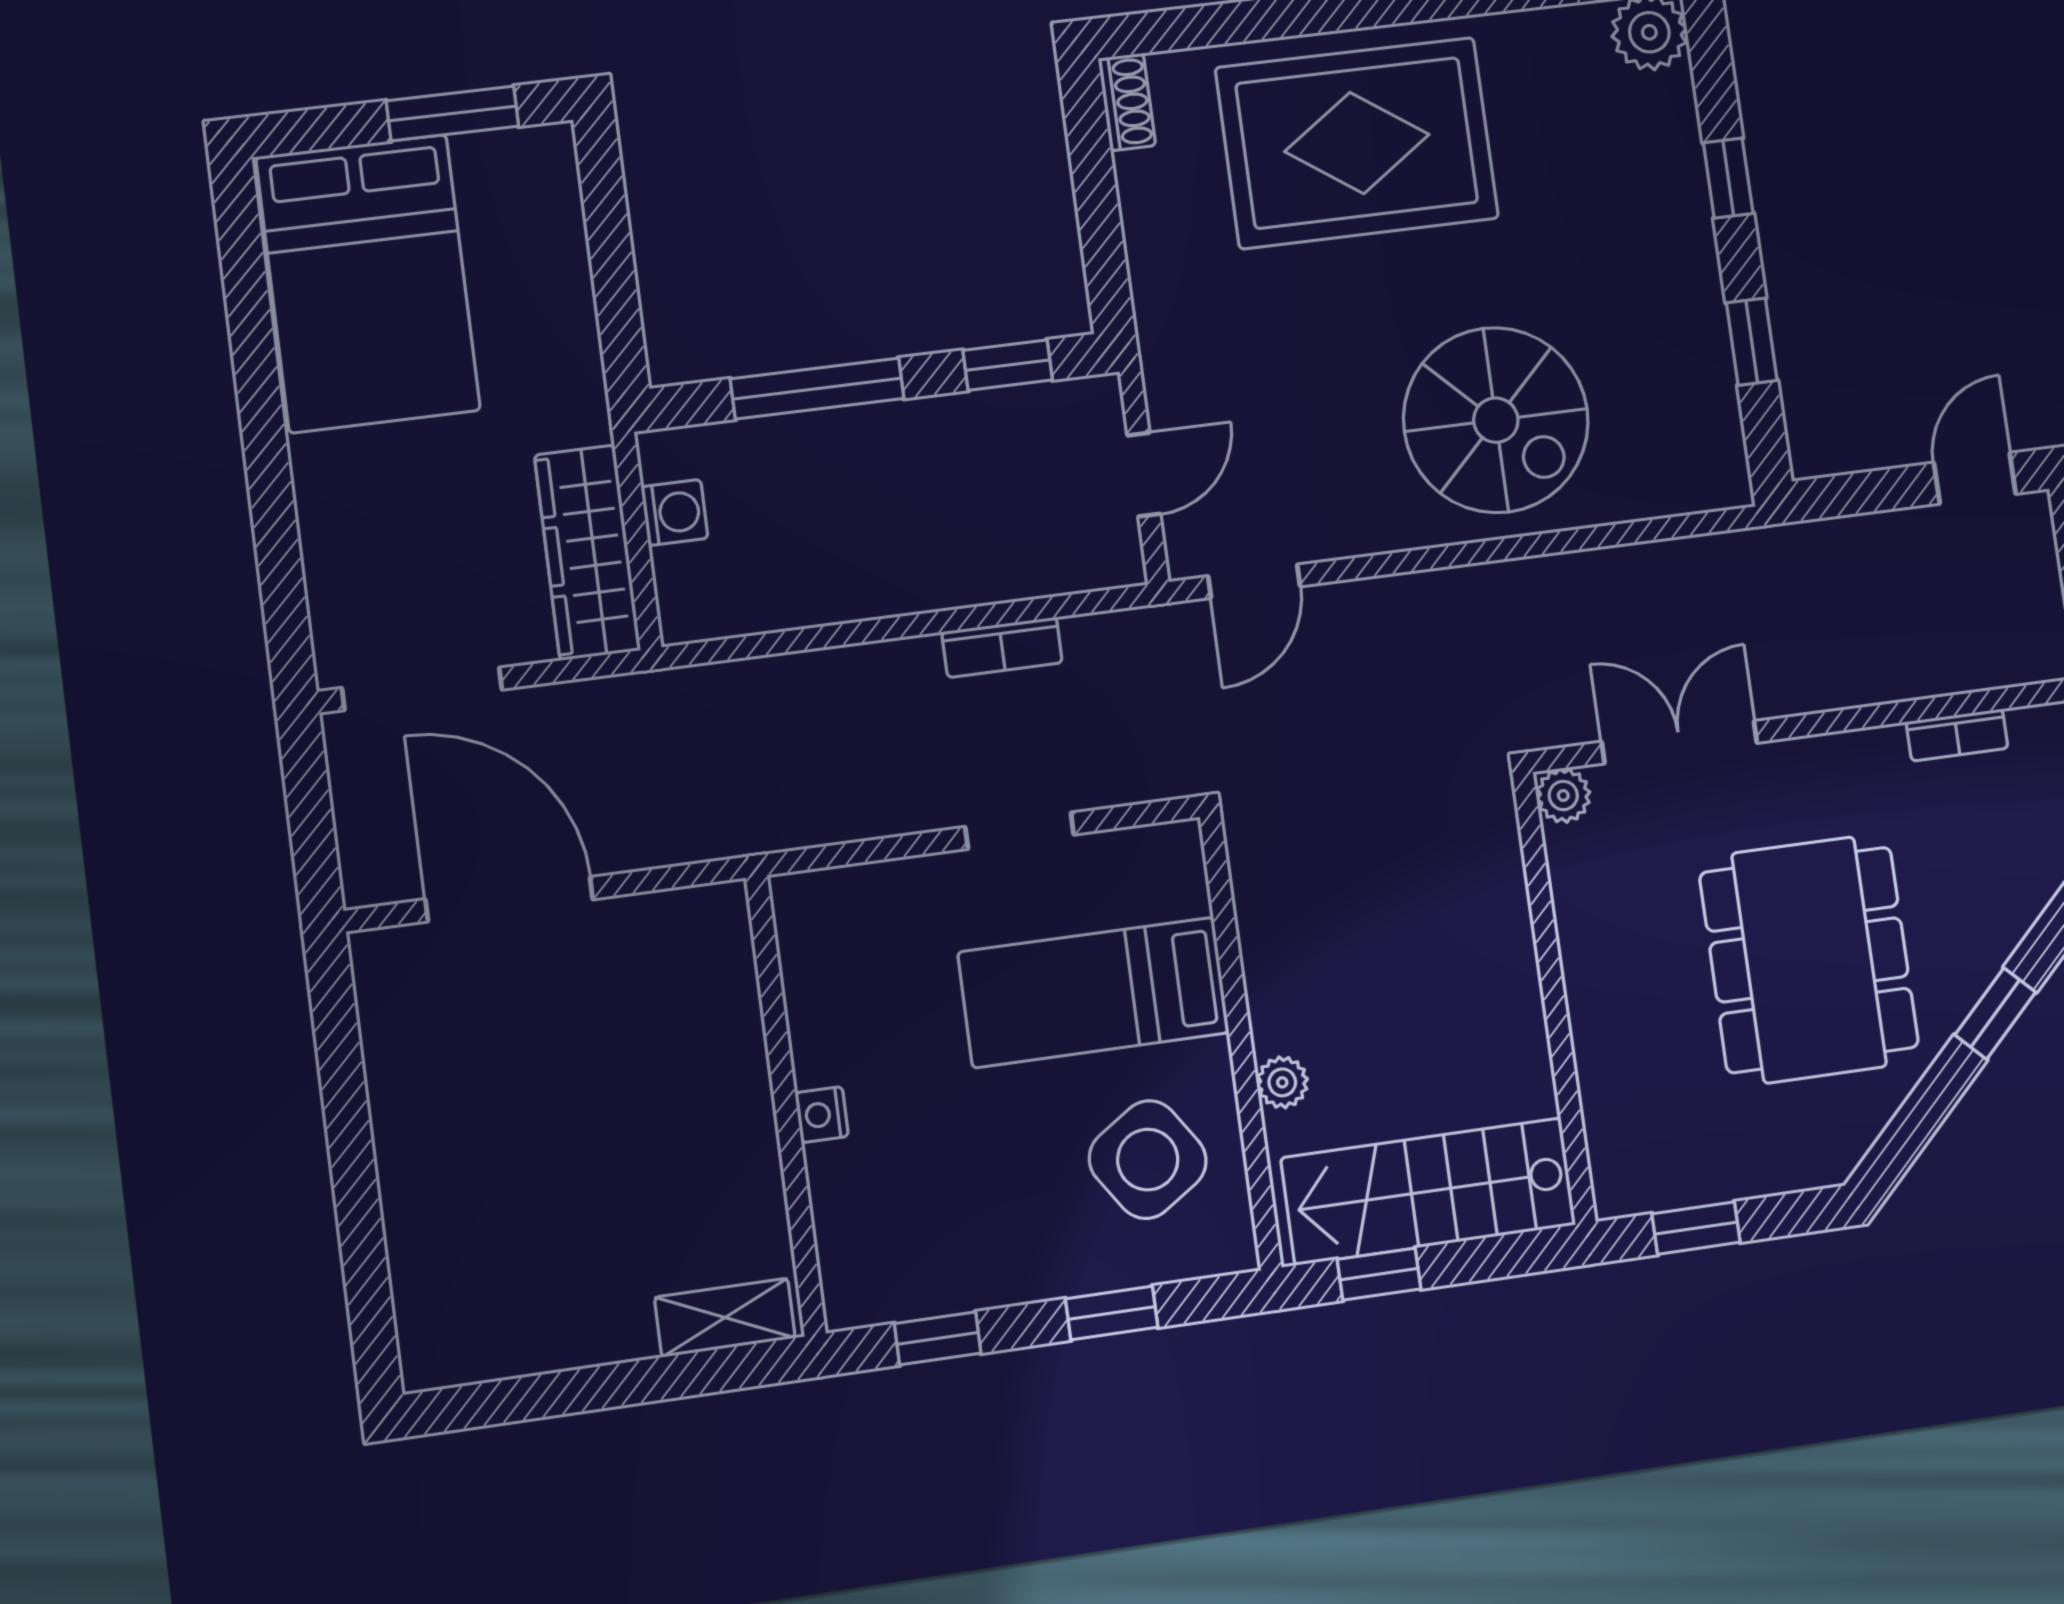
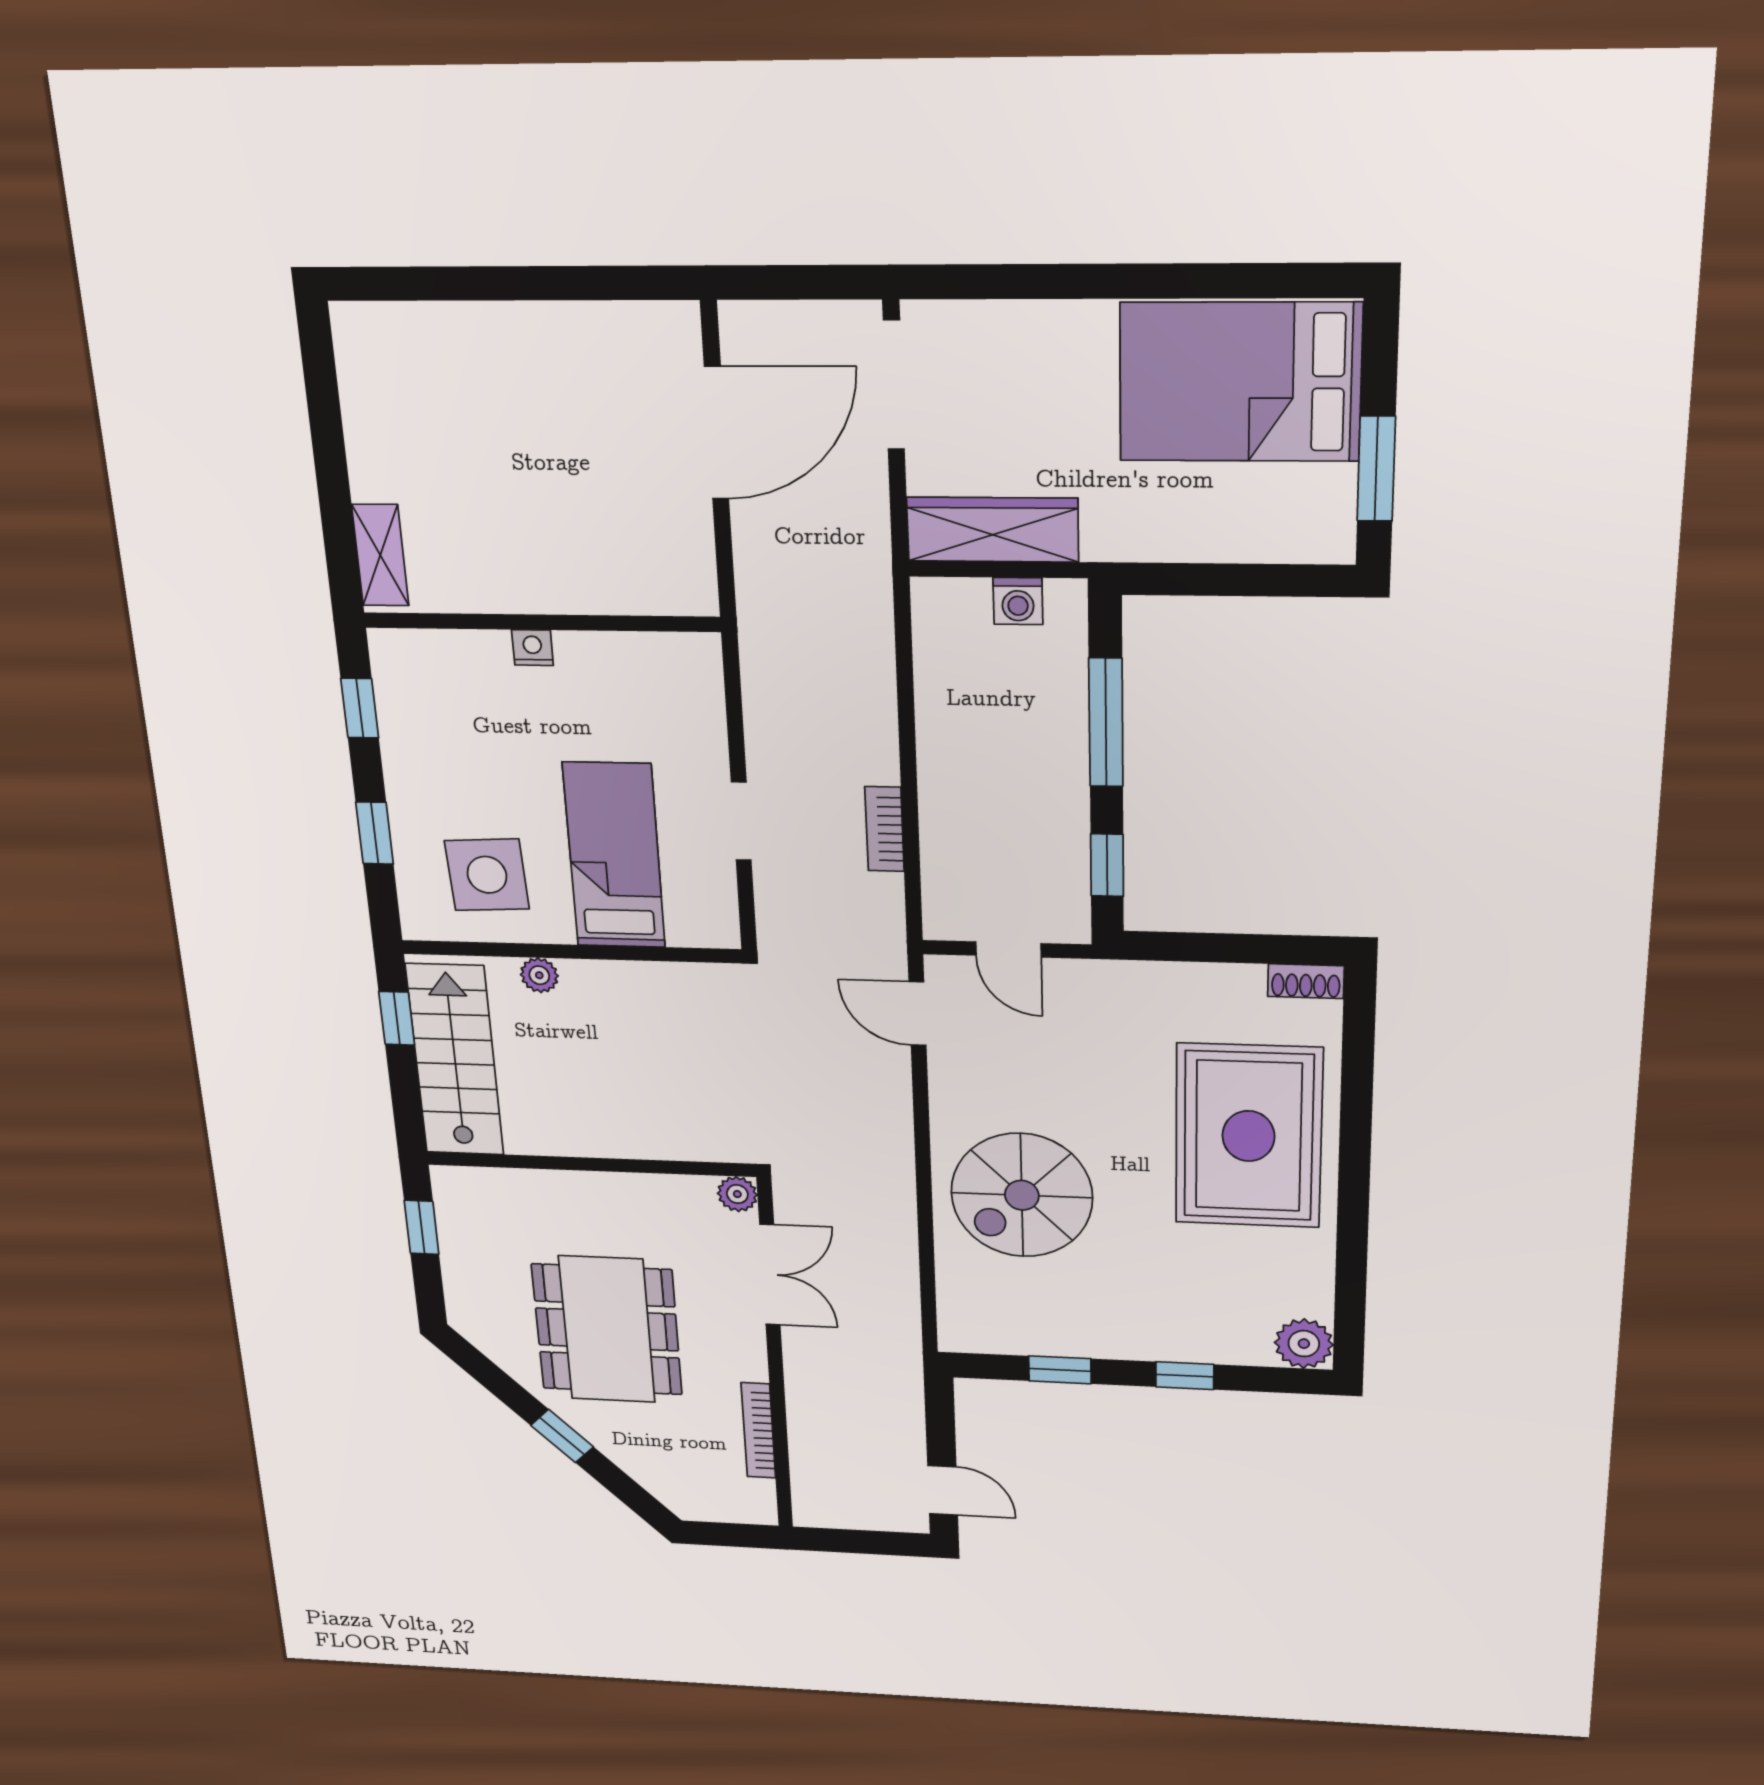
bookcase: (1957, 735) -> (758, 1431), width x1.56
dining table: (1809, 960) -> (607, 1329), turned 90
side table: (1148, 1160) -> (487, 875), turned 31

